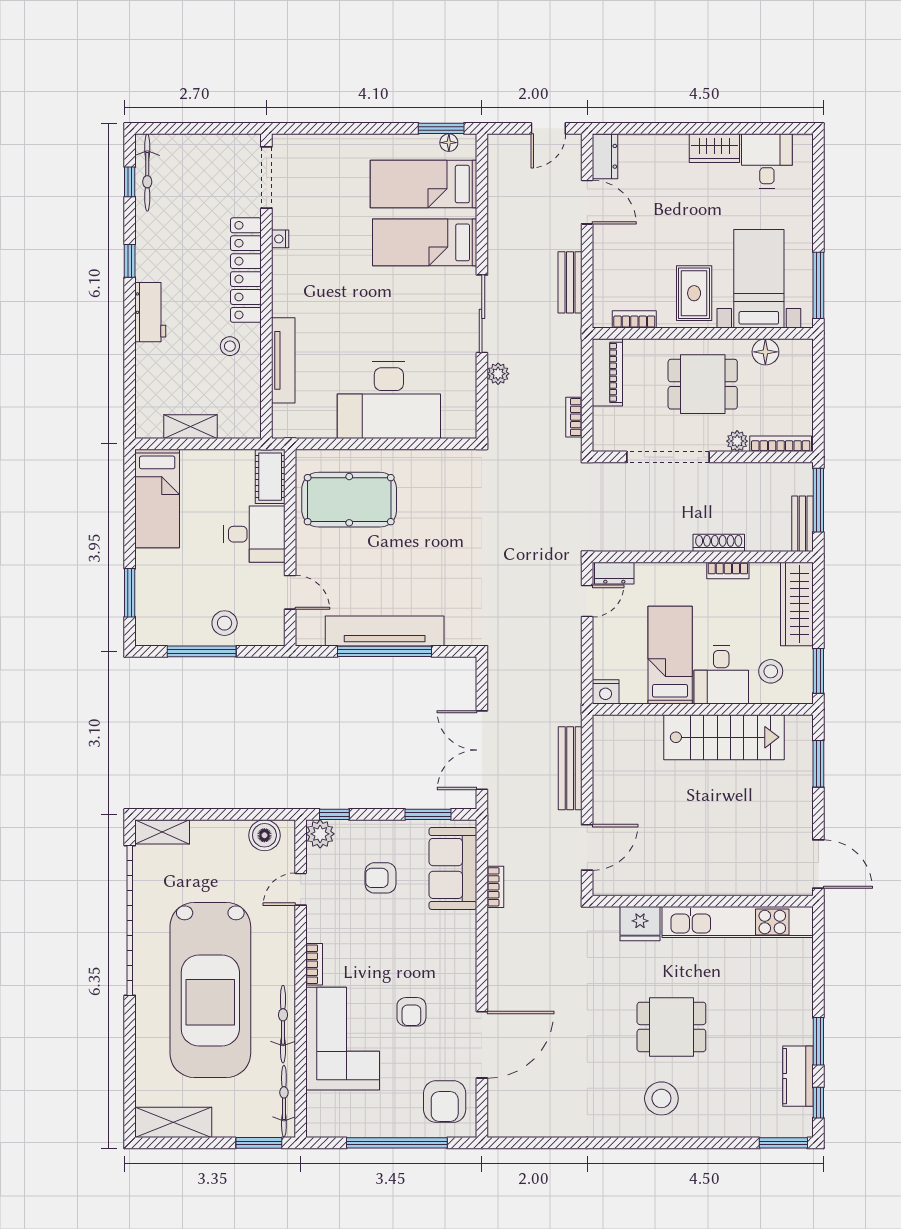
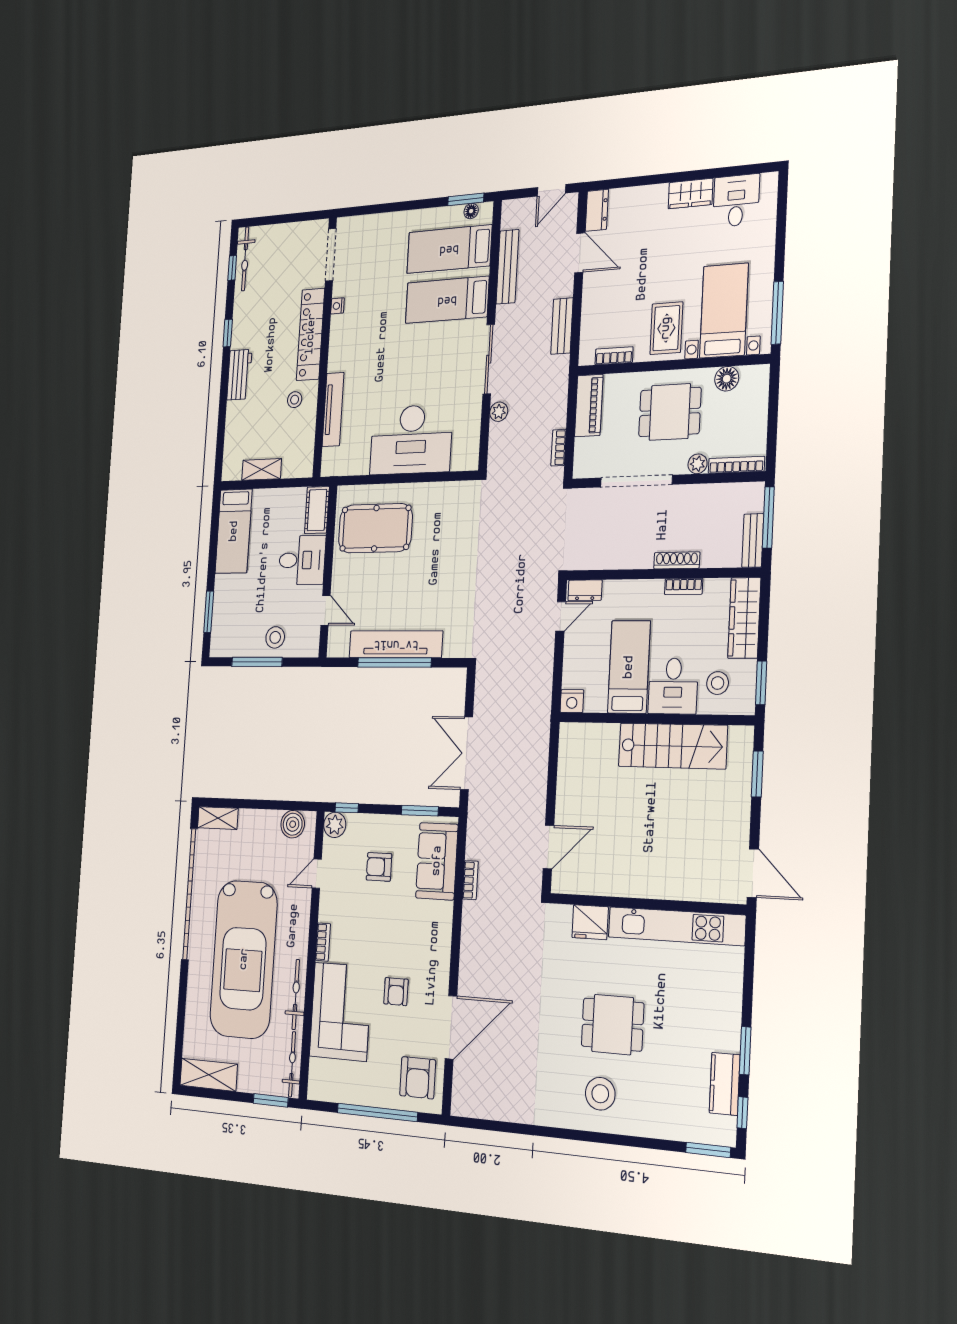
bench: (570, 768) -> (507, 267), moved

